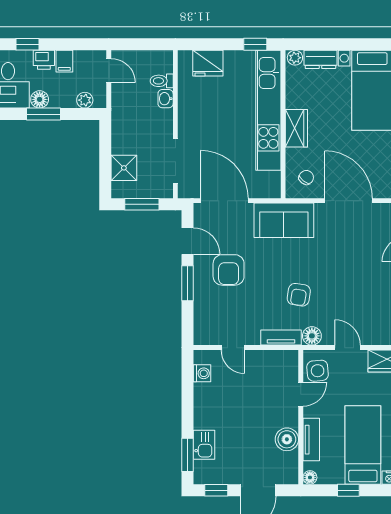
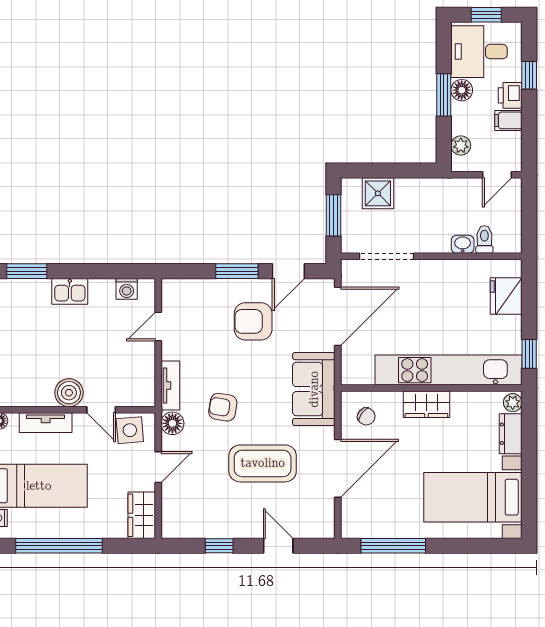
coffee table: (345, 262) -> (263, 463), added
boiler: (287, 439) -> (69, 393), moved
kitchen sink: (204, 445) -> (70, 291), moved

